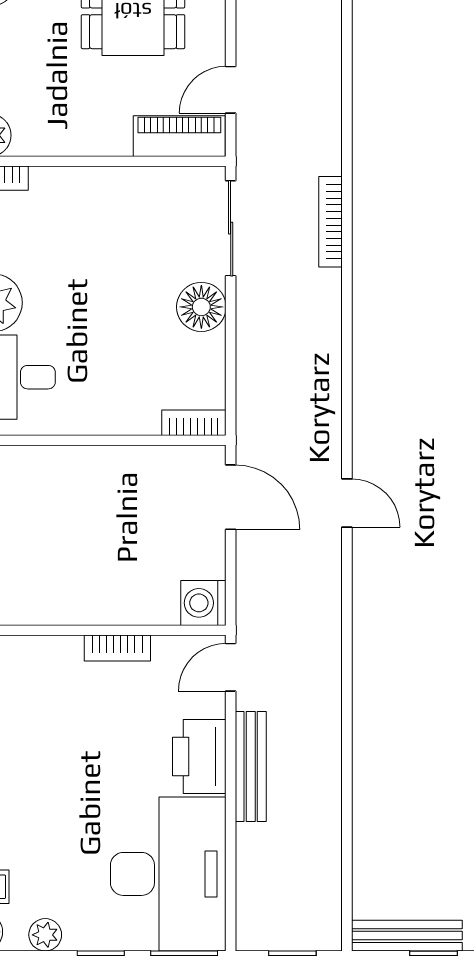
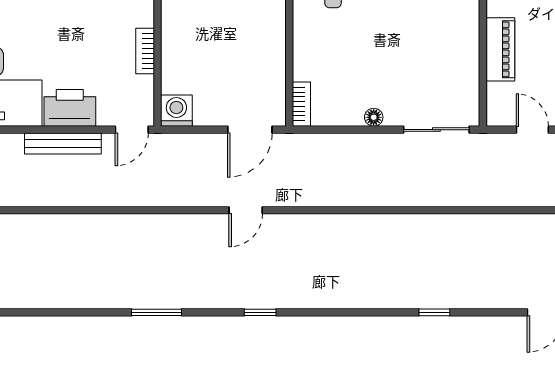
piano: (179, 136) -> (500, 49), moved
bookcase: (331, 222) -> (441, 199), removed
floor lamp: (201, 307) -> (374, 117), width x0.53, depth x0.53
door: (231, 667) -> (132, 130), swing flipped

